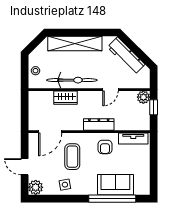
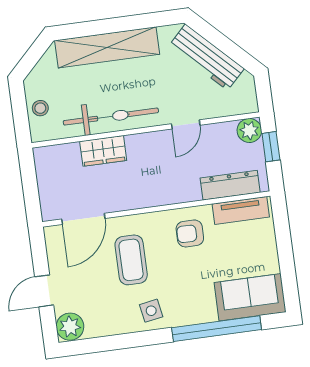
dresser: (99, 125) -> (230, 185), moved
armchair: (105, 147) -> (190, 233), turned 90
door: (25, 167) -> (44, 291), hinge flipped
side table: (65, 185) -> (151, 311), moved
sofa: (115, 185) -> (250, 297), moved

